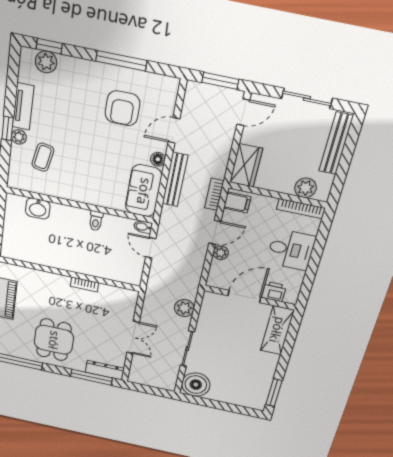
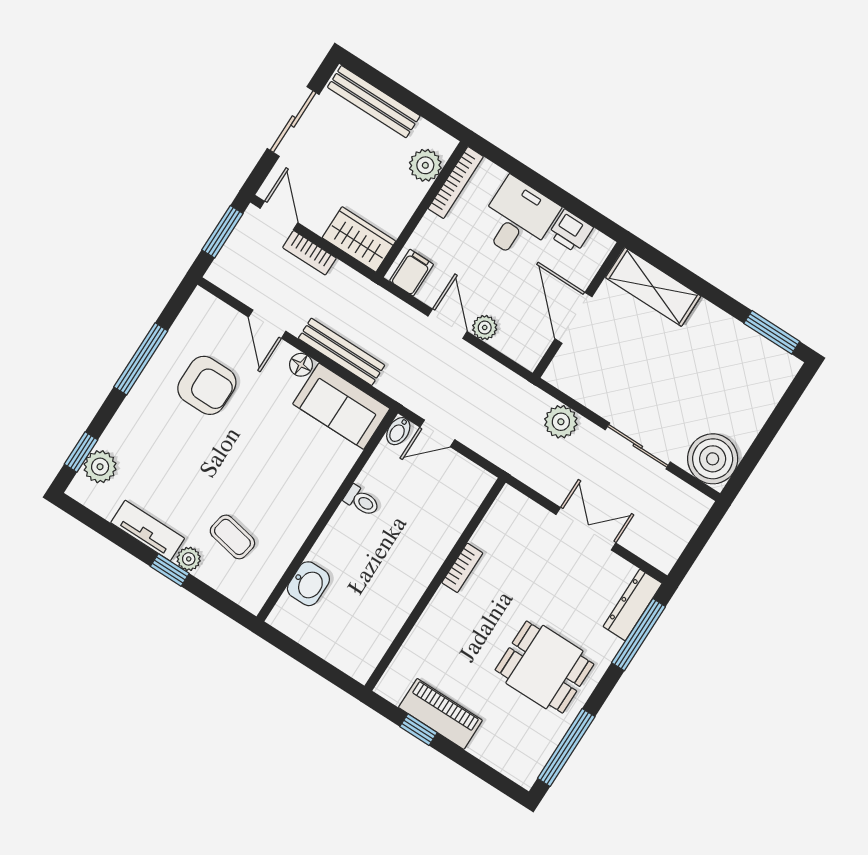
bookcase: (214, 194) -> (309, 253), moved
printer: (274, 292) -> (571, 231), moved, turned -90

